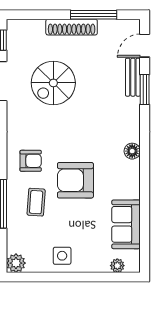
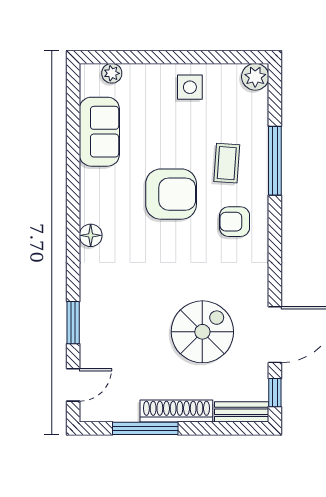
bench: (133, 77) -> (242, 412), moved, turned 90

